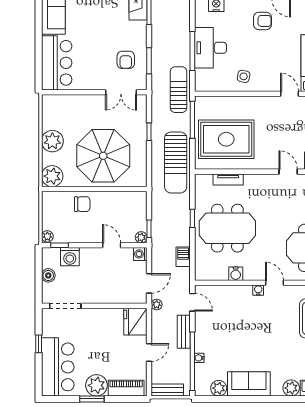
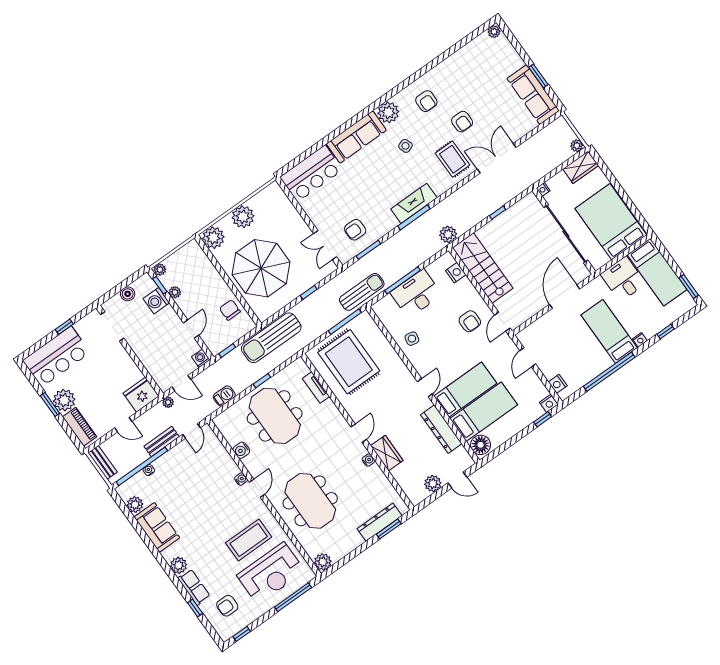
sun lounger: (176, 162) -> (271, 338), moved
chair: (82, 204) -> (230, 310), moved, turned 180
plant: (141, 237) -> (175, 292), moved

